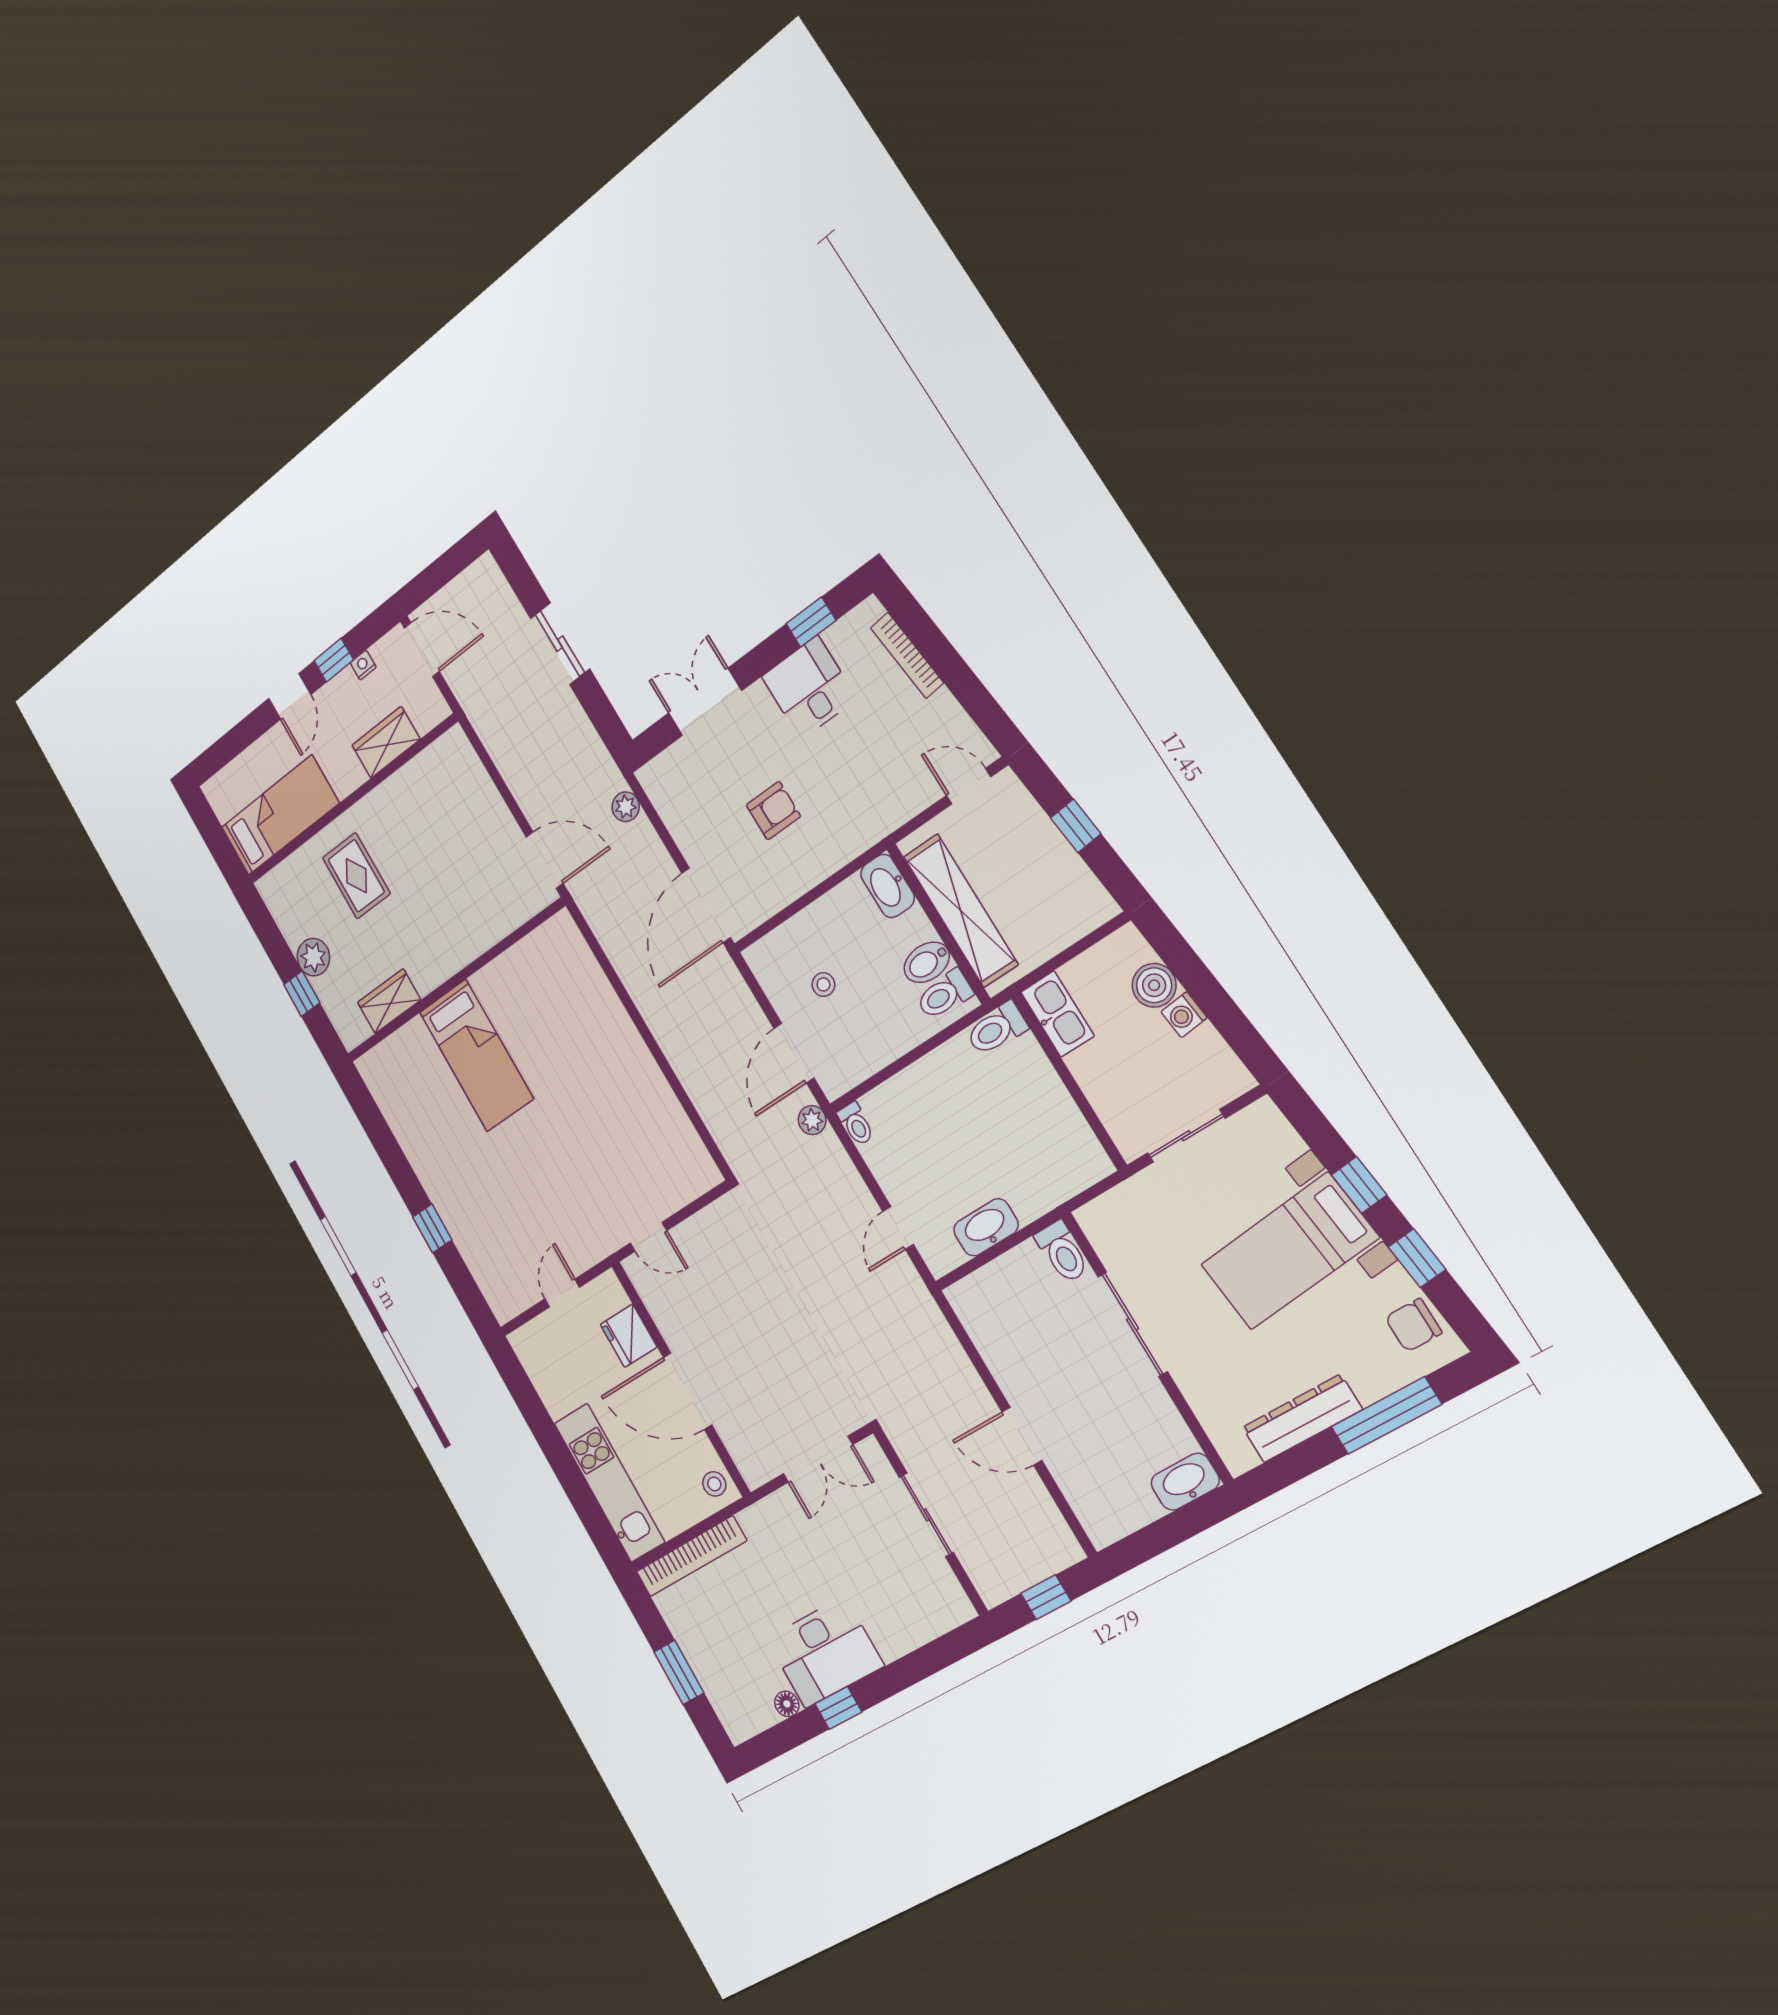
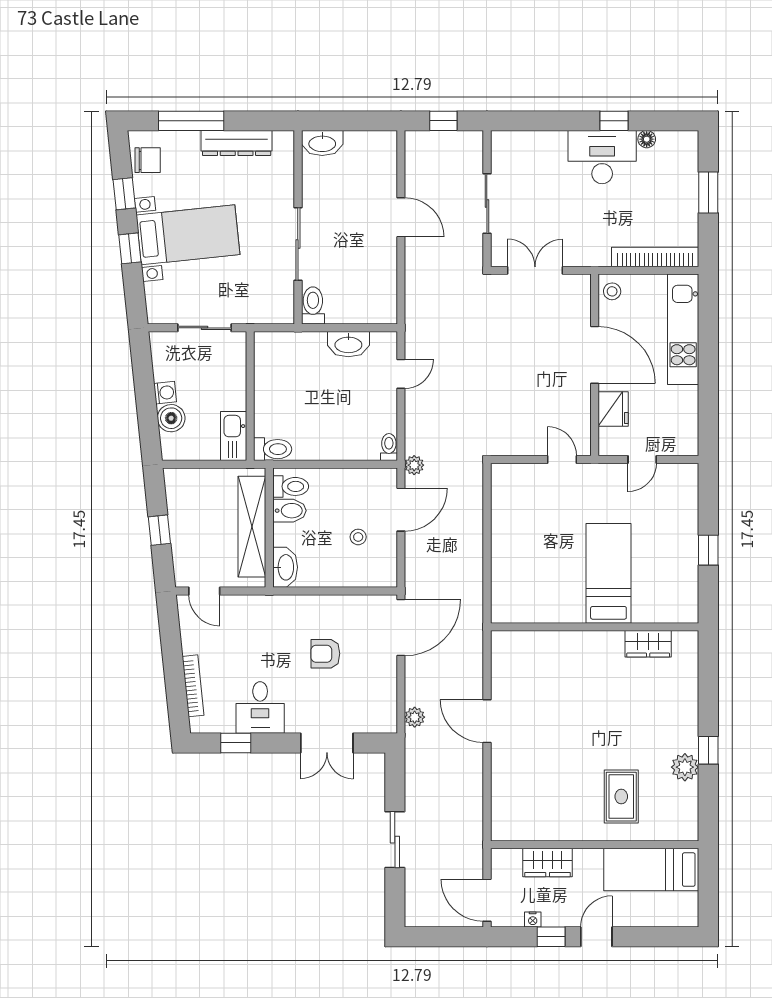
wall: (454, 981) -> (595, 627), moved
wardrobe: (389, 1001) -> (648, 644), moved
bed: (476, 1055) -> (608, 573), moved

